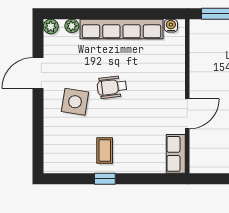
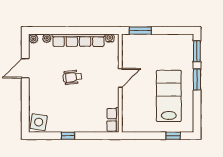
side table: (75, 102) -> (39, 122), moved
door: (187, 114) -> (120, 78), moved
coffee table: (105, 151) -> (68, 118), removed

